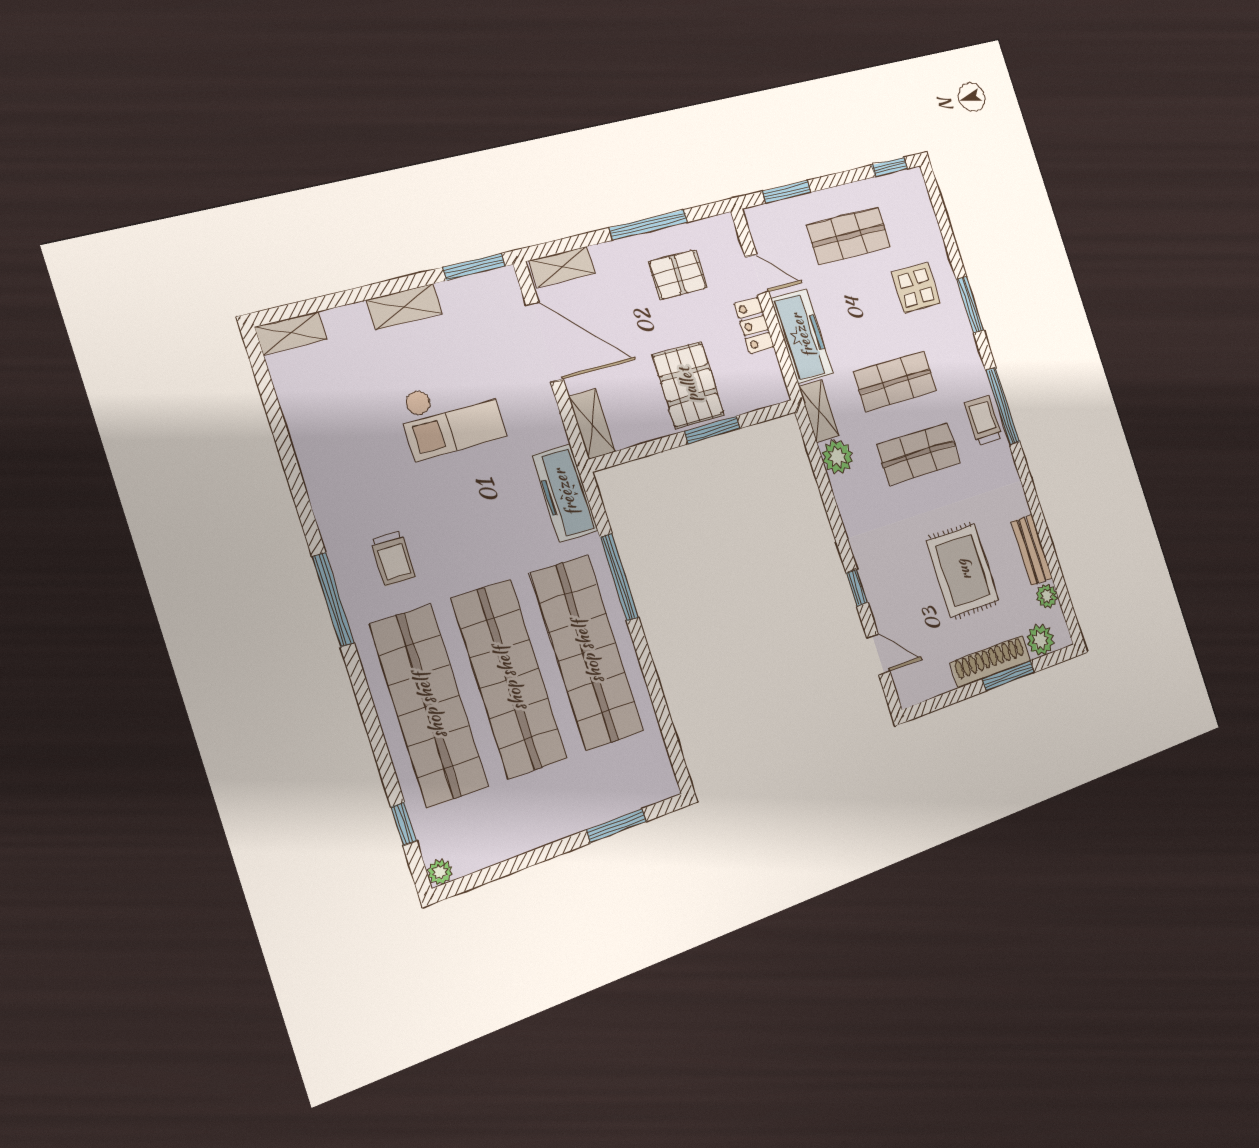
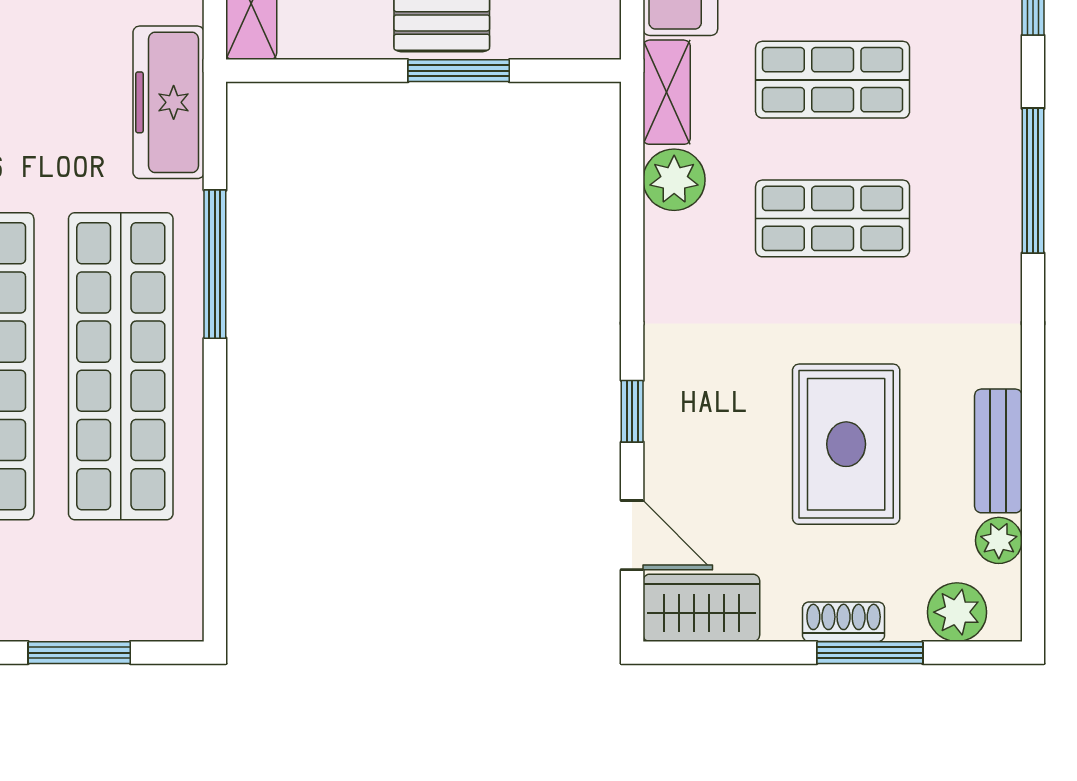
trolley: (984, 420) -> (985, 195), removed
shoe rack: (991, 662) -> (844, 622), width x0.51, depth x0.81
wardrobe: (923, 681) -> (701, 608), added

